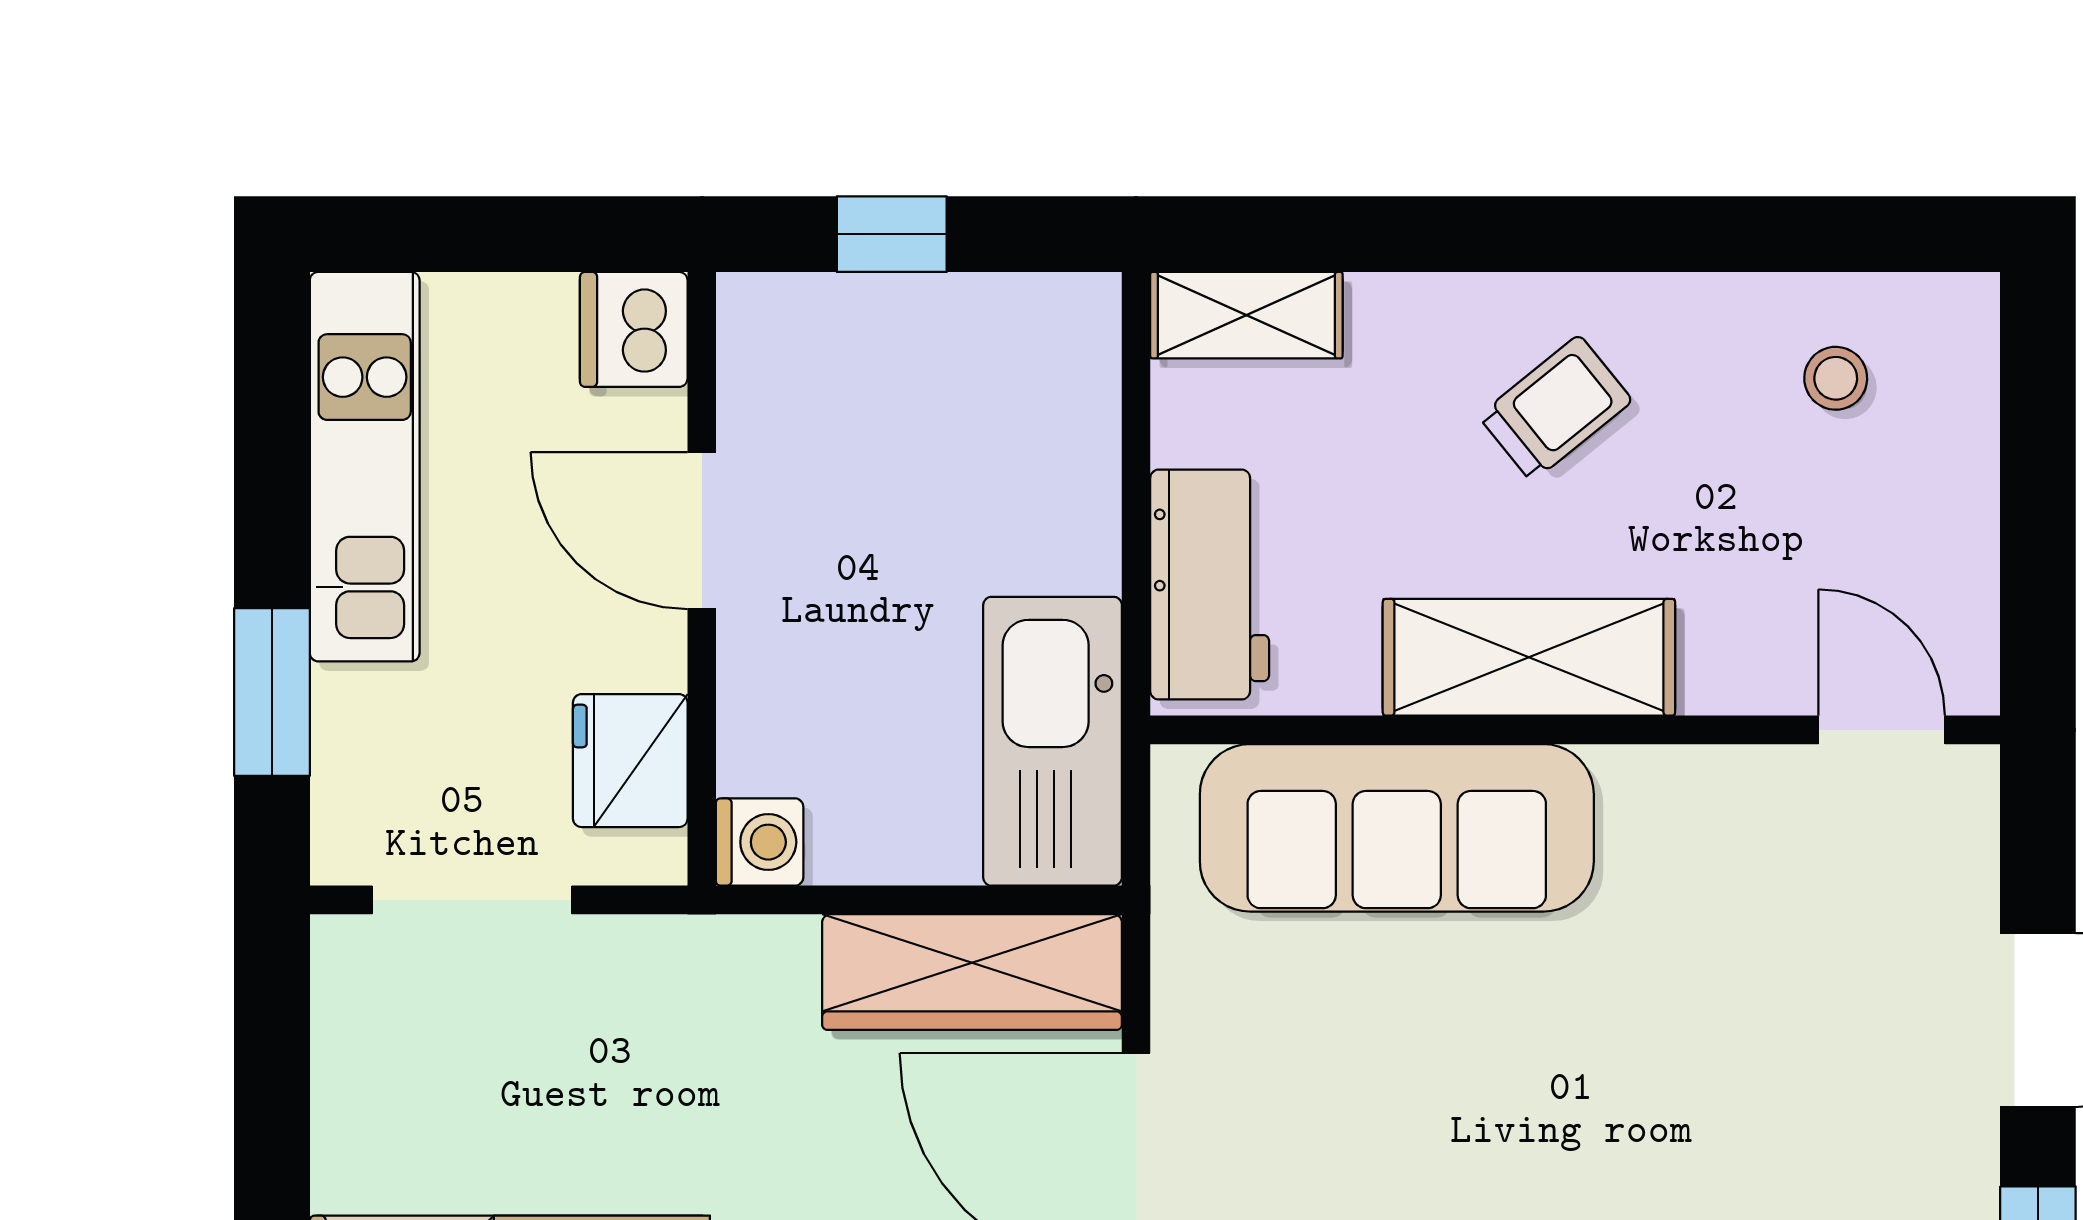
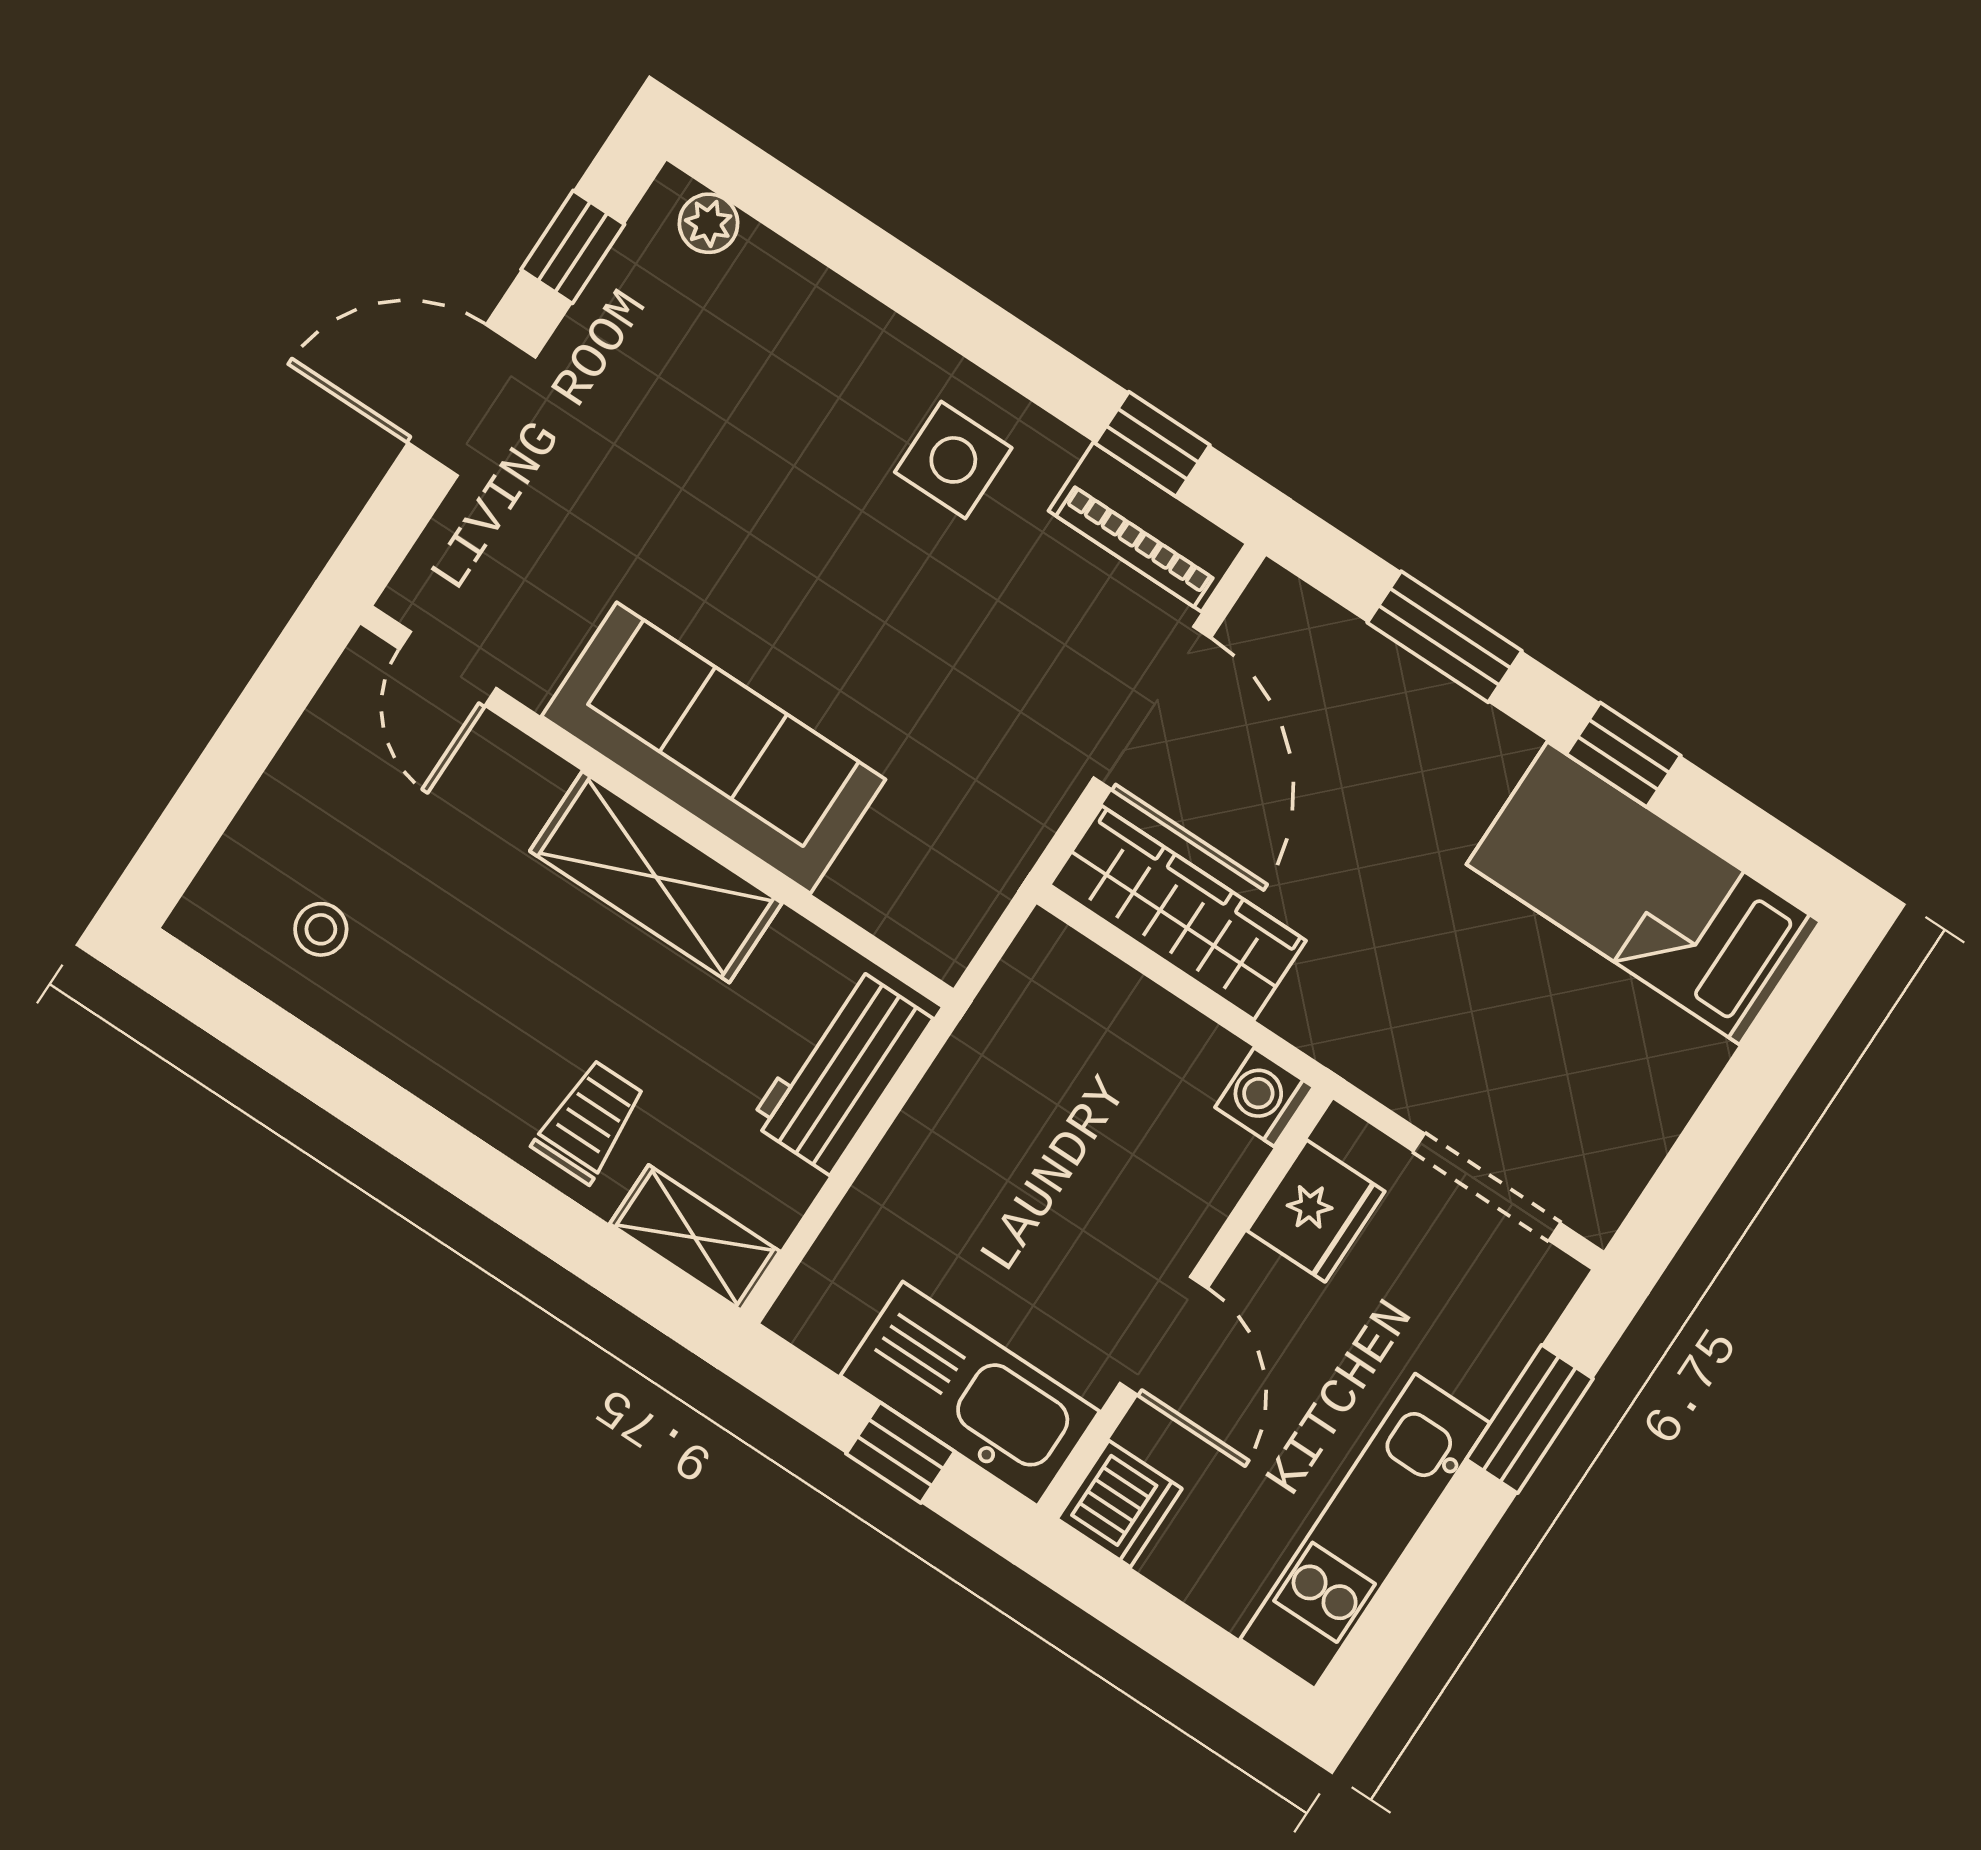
trolley: (1556, 408) -> (589, 1121), moved, turned 129
kitchen sink: (1053, 741) -> (970, 1394), moved, turned -90
sofa: (1397, 828) -> (714, 748), moved

